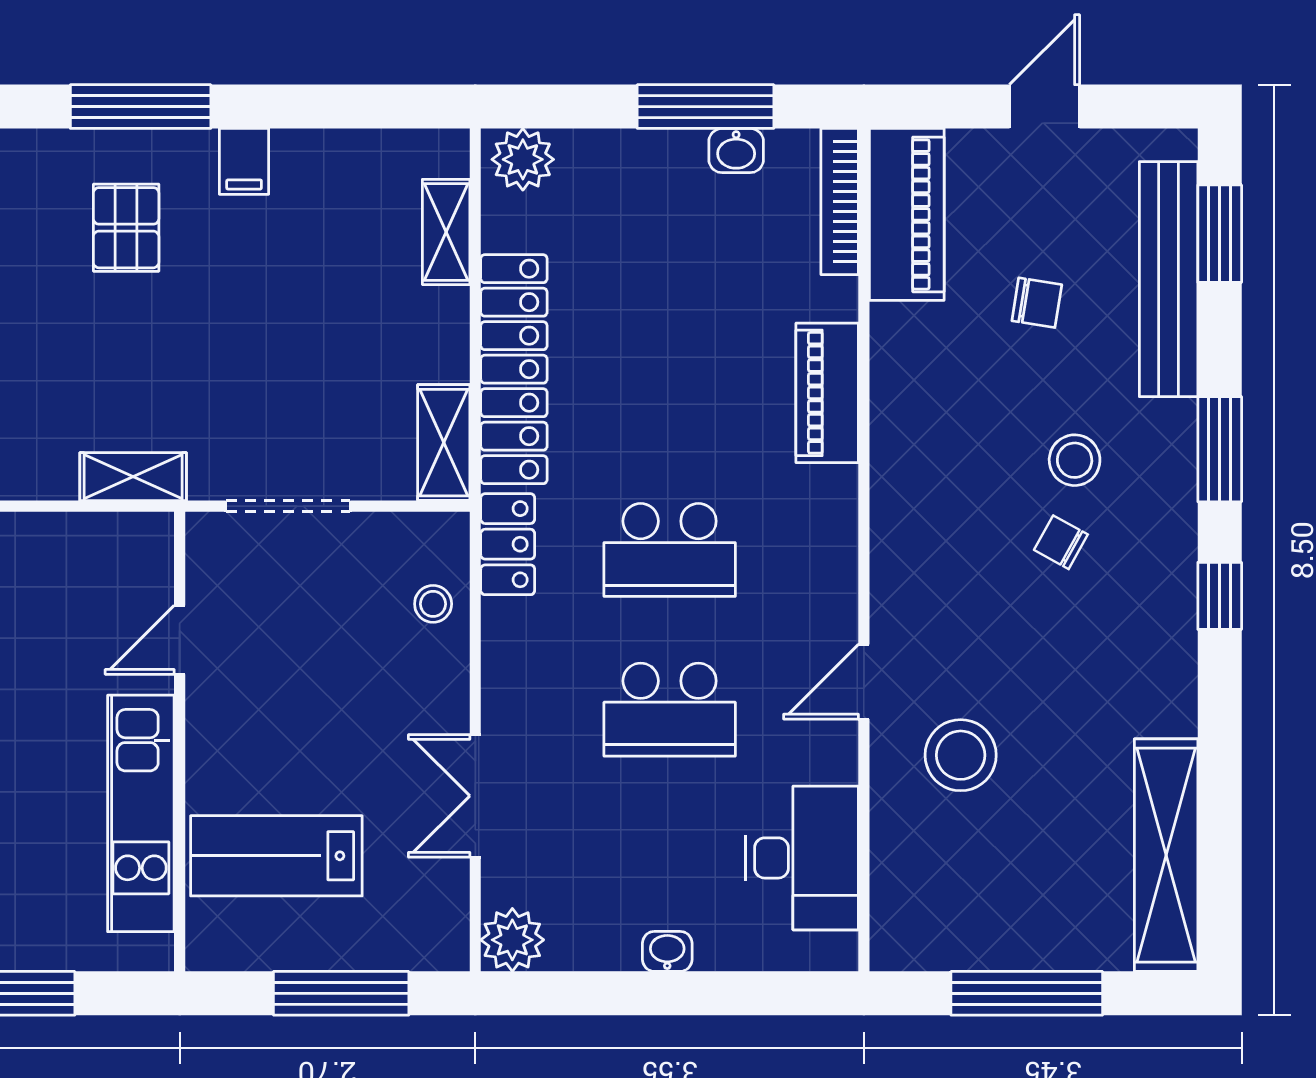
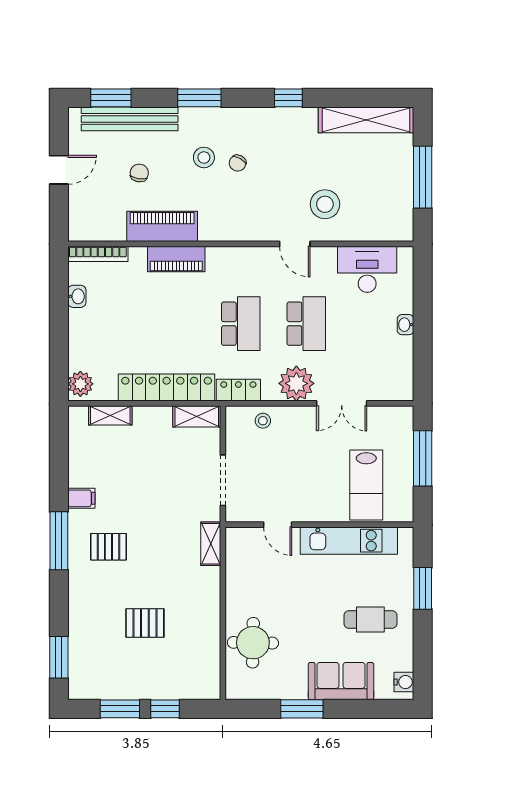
window: (705, 107) -> (59, 309), removed
door: (1044, 107) -> (59, 170), swing flipped
piano: (907, 214) -> (162, 226), moved
window: (1220, 596) -> (288, 98), moved
plant: (512, 940) -> (296, 383), moved, width x1.36, depth x1.36

